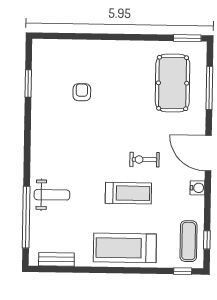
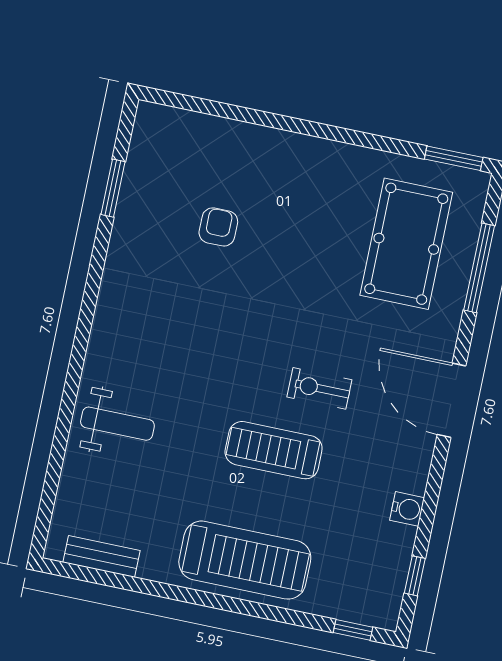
water cooler: (197, 188) -> (407, 509), moved
treadmill: (128, 193) -> (274, 450), turned 180
window: (26, 217) -> (56, 459), removed
exercise mat: (189, 241) -> (377, 571), removed
treadmill: (125, 248) -> (245, 560), turned 180

